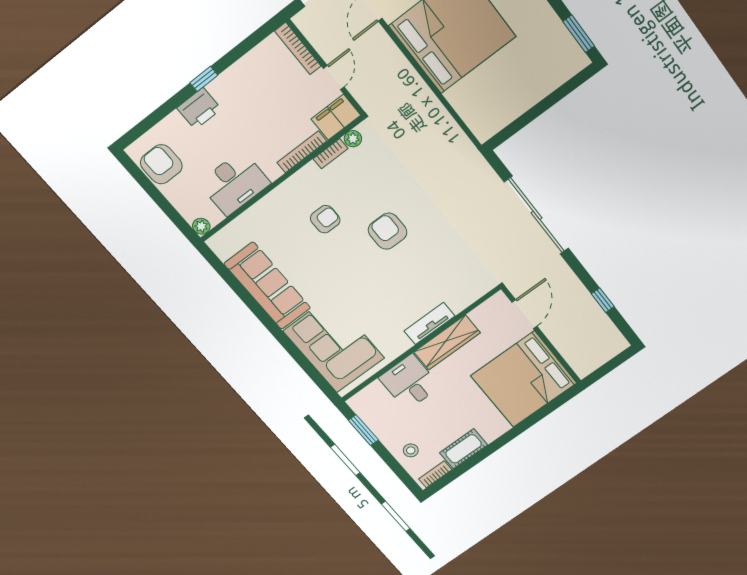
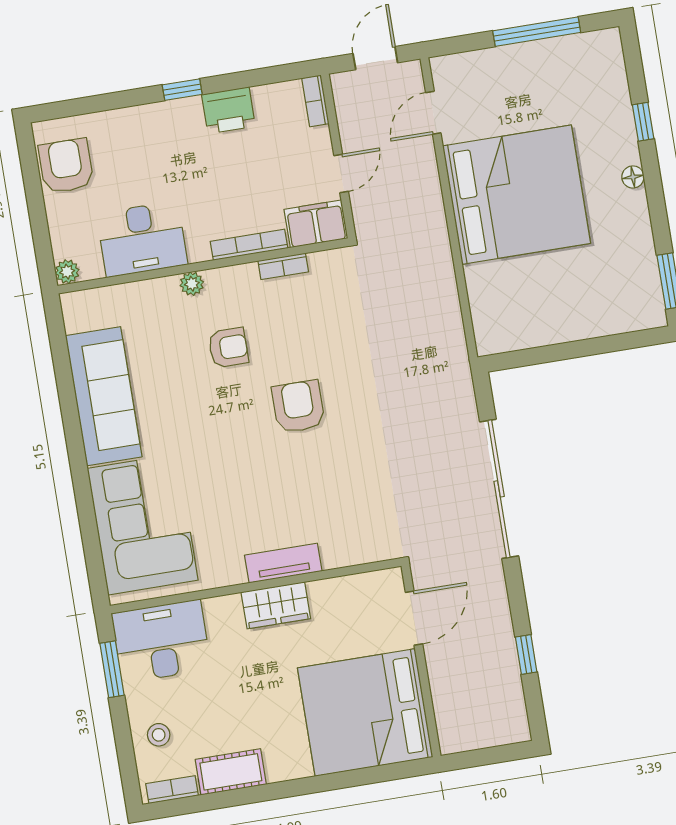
bookcase: (298, 49) -> (315, 101), width x0.64
printer: (199, 109) -> (228, 110), moved
plant: (353, 139) -> (192, 284), moved
wardrobe: (447, 342) -> (276, 605), width x0.67
desk: (409, 382) -> (161, 641), moved, width x1.37

